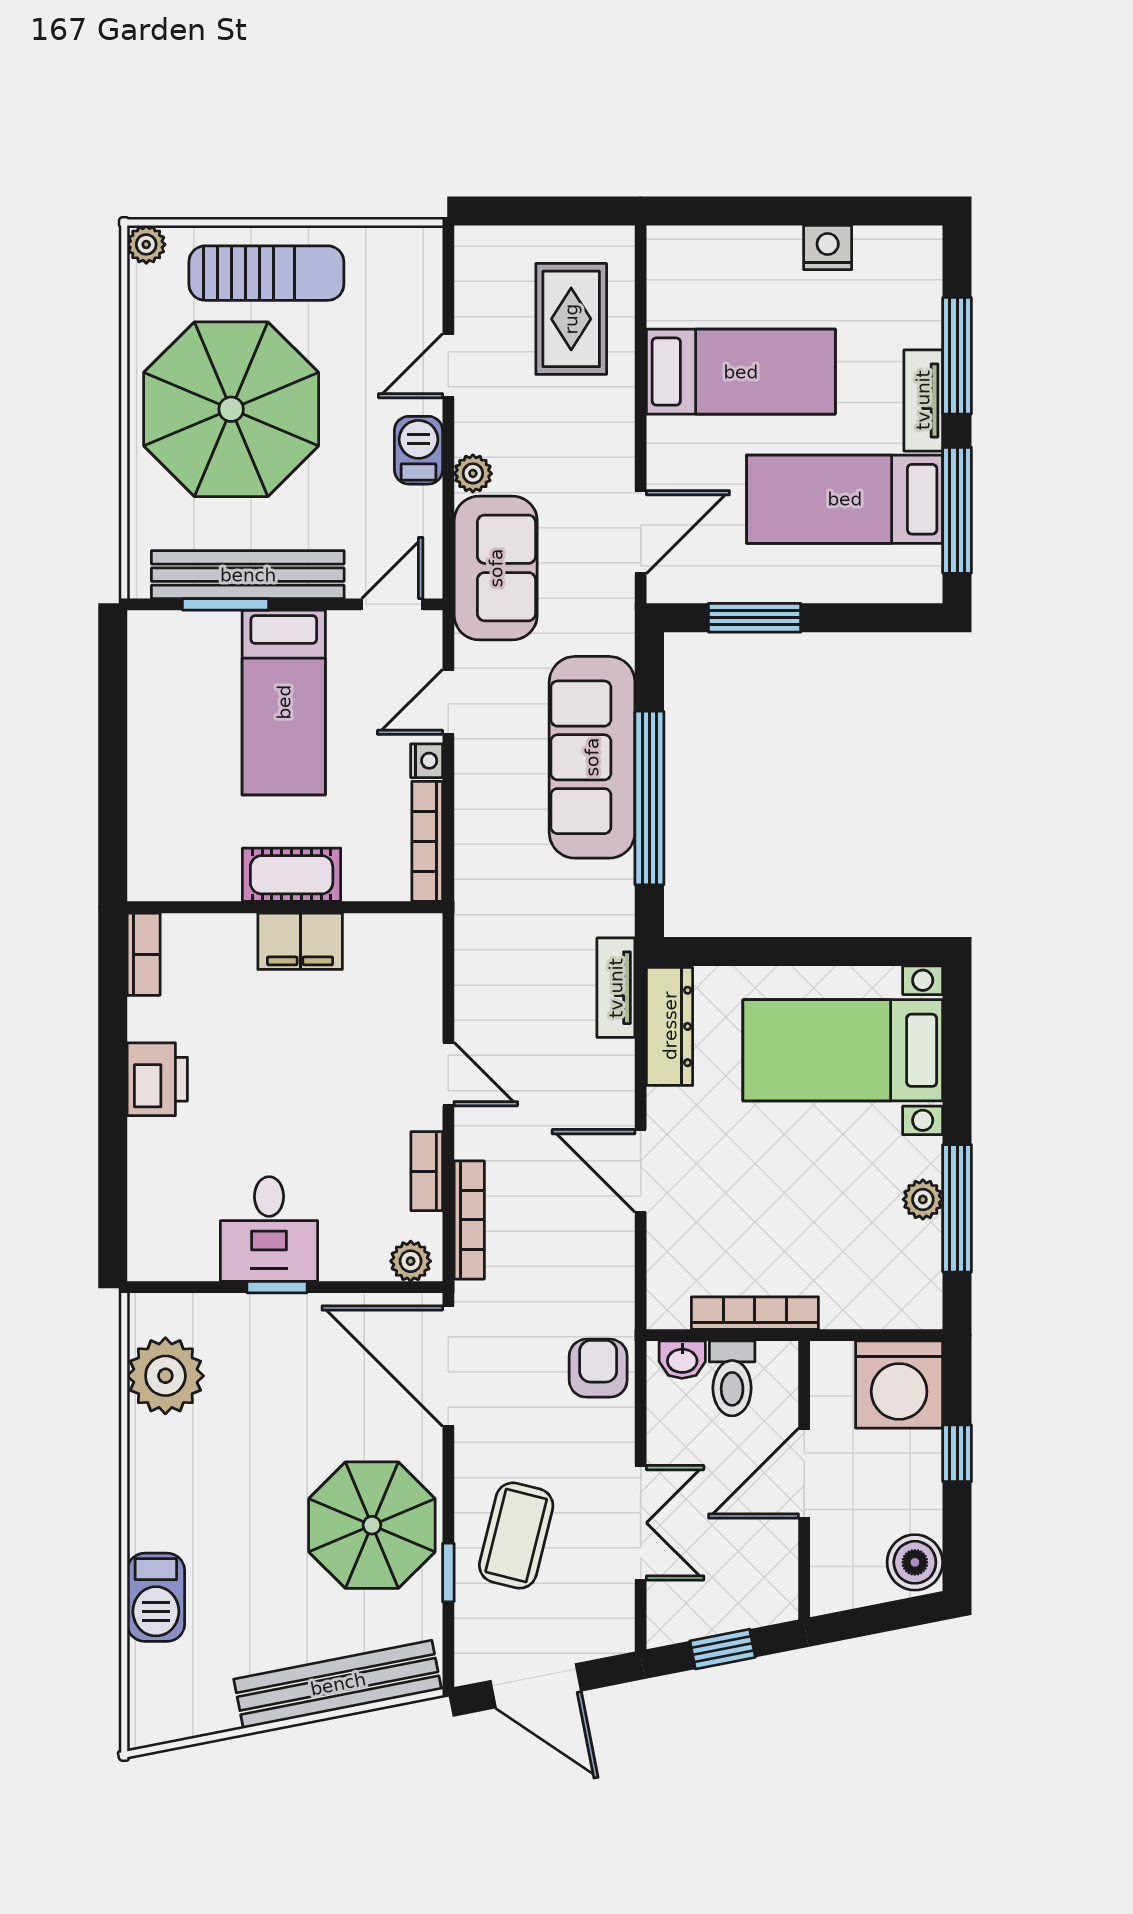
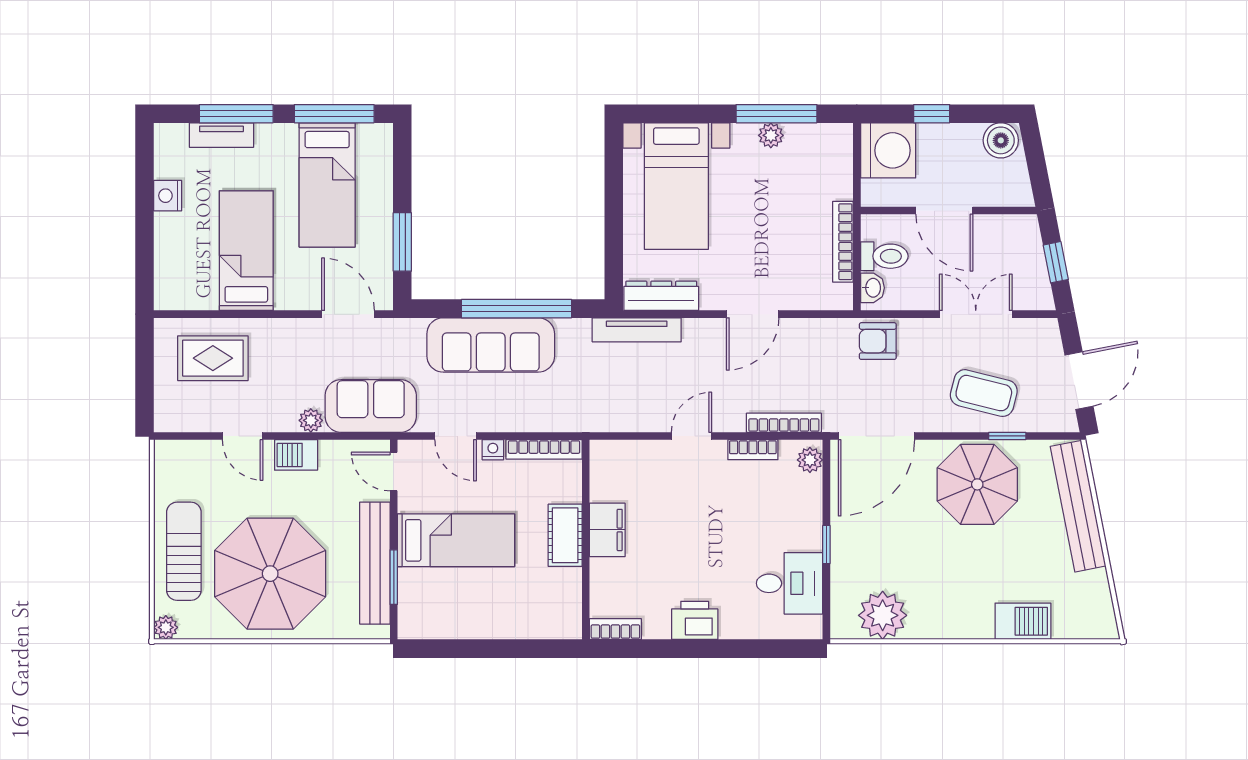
tv unit: (923, 400) -> (221, 135), moved
tv unit: (616, 988) -> (637, 330), width x1.41
desk: (269, 1229) -> (790, 583), moved

